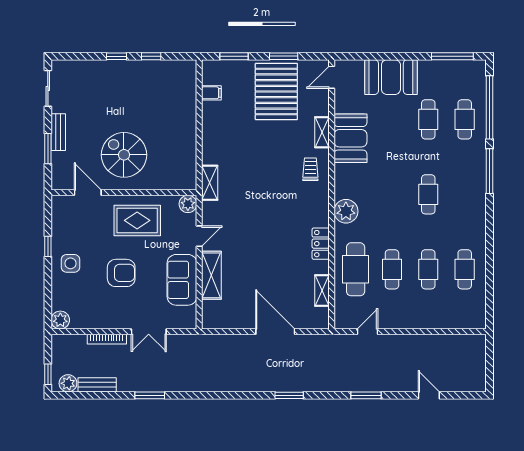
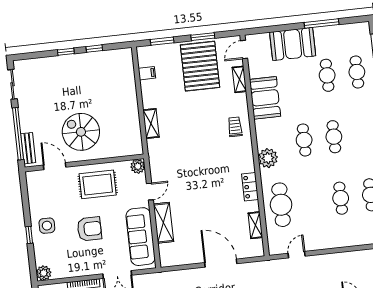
window: (452, 56) -> (322, 23), moved
bench: (58, 132) -> (28, 148), moved
shelving: (322, 132) -> (239, 79), moved
window: (48, 149) -> (18, 134), width x2.11
shelving: (210, 183) -> (151, 123), moved
window: (48, 246) -> (29, 235), moved
cafe table: (392, 269) -> (304, 140), moved
sofa: (182, 280) -> (141, 237), width x1.36

